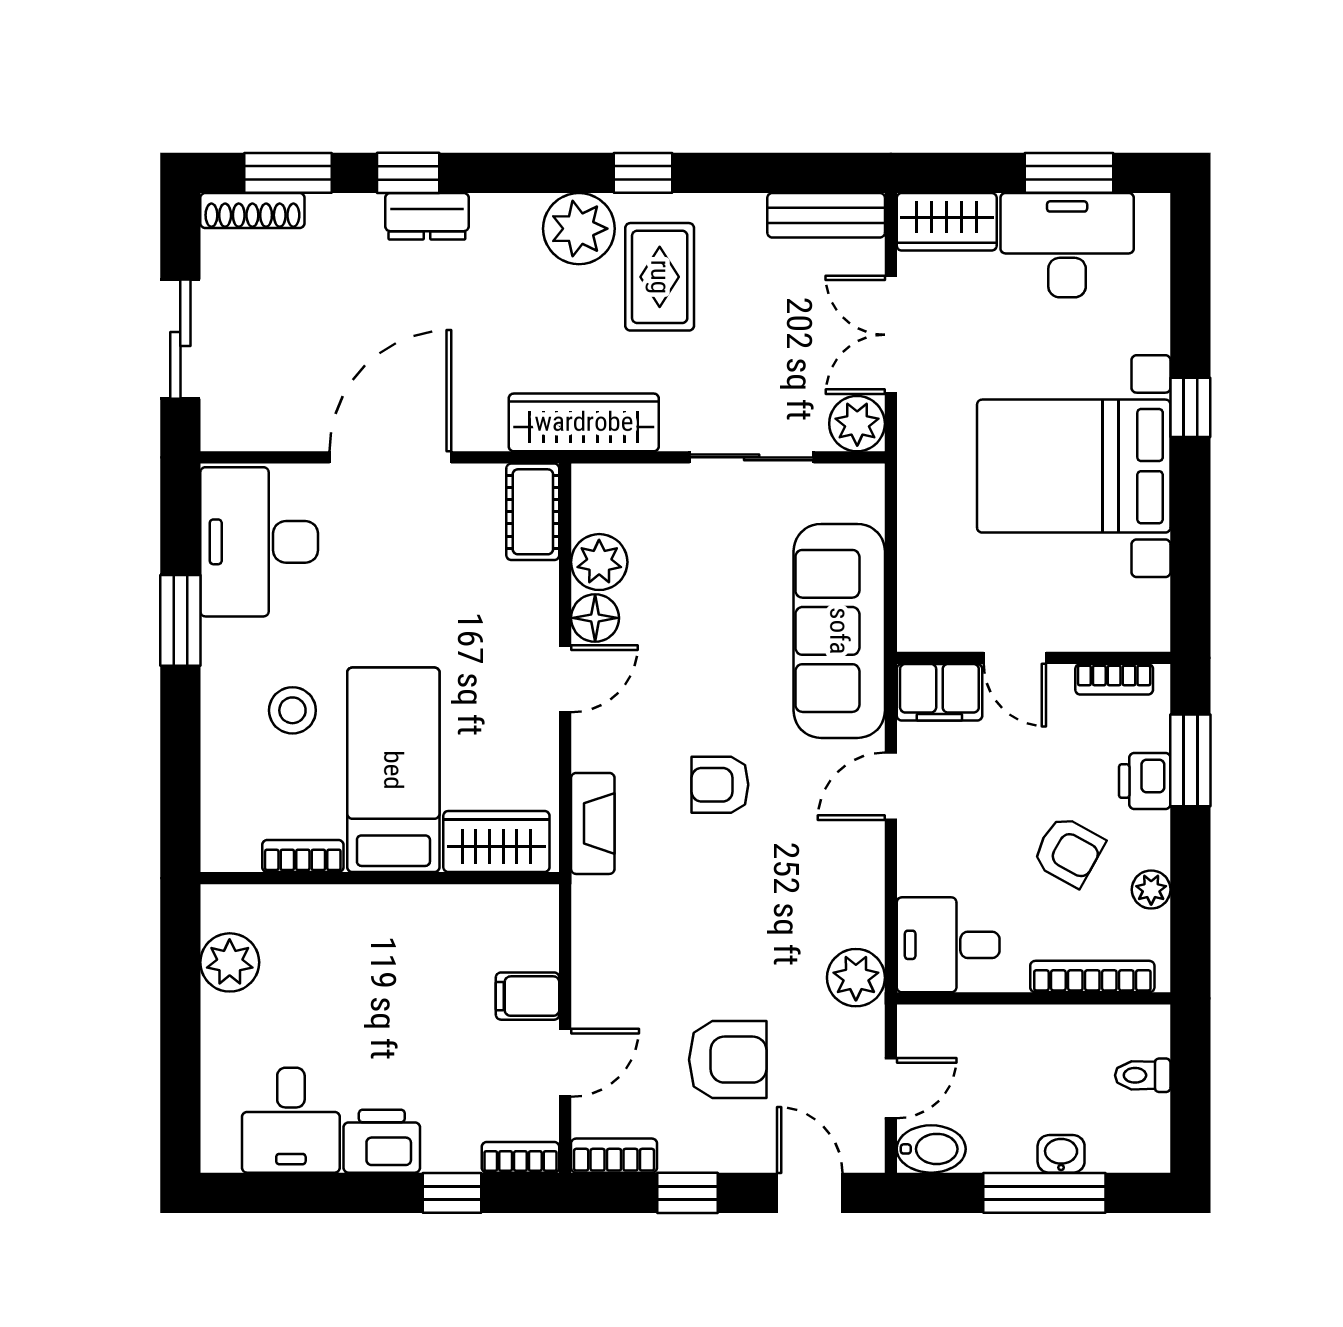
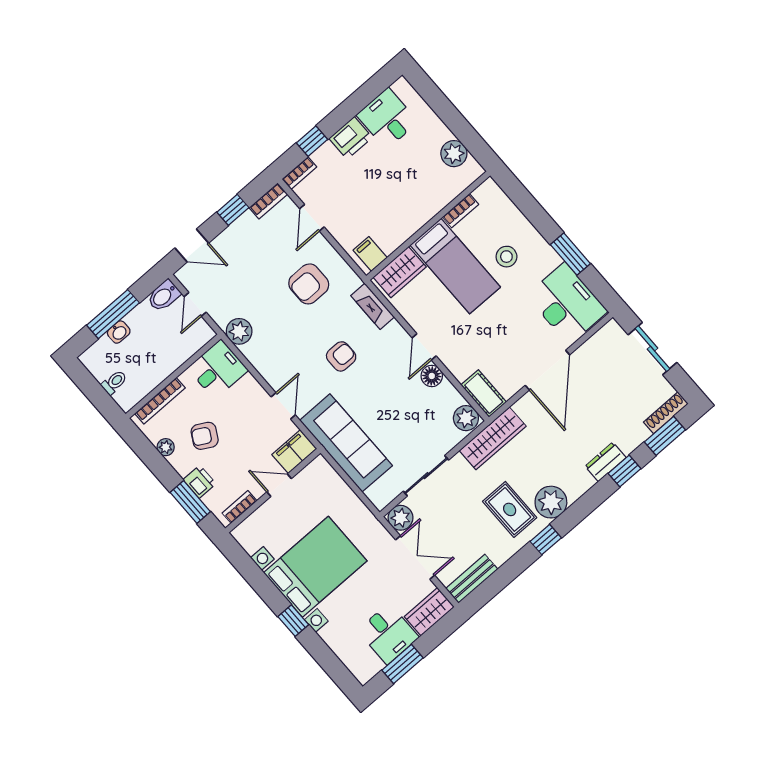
desk: (1067, 245) -> (388, 634), width x0.73
plant: (599, 562) -> (466, 418), moved
filing cabinet: (528, 996) -> (370, 254), moved, turned -90
armchair: (728, 1060) -> (309, 284), moved

